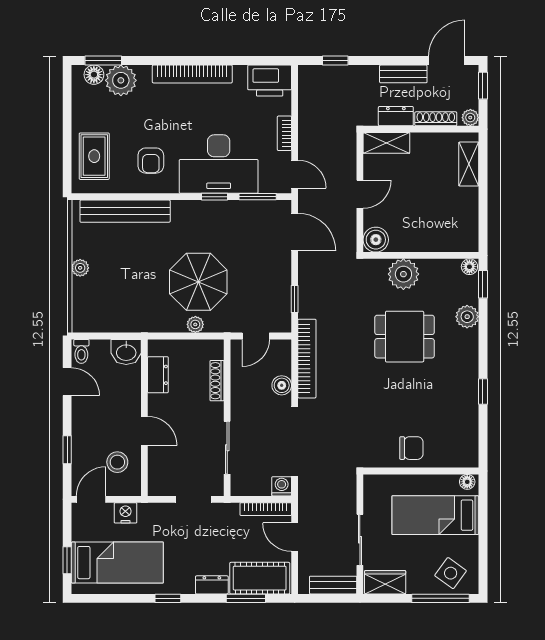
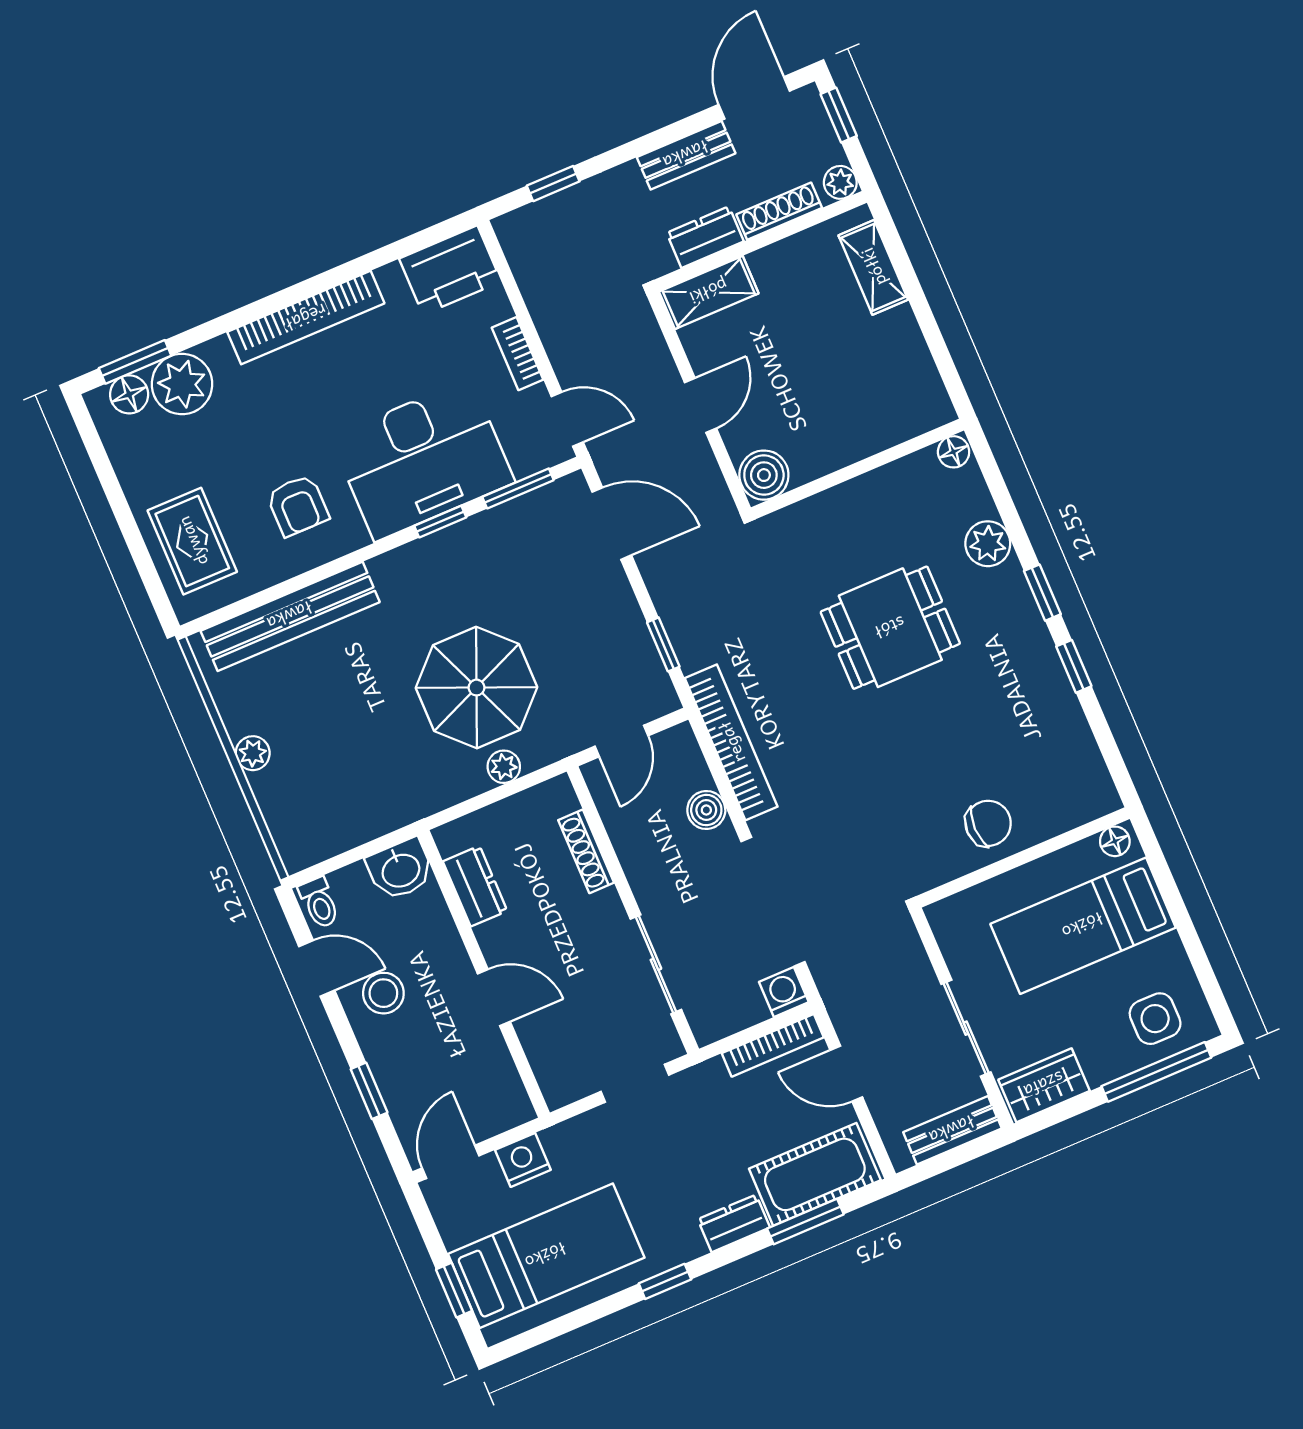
plant: (403, 274) -> (840, 516), removed
window: (483, 284) -> (1042, 593), moved
stool: (117, 462) -> (383, 993), moved
side table: (451, 573) -> (1155, 1019), turned -36

